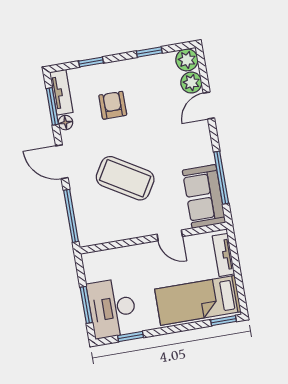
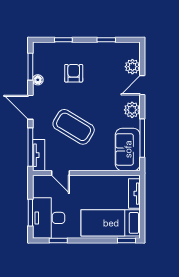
plant: (187, 60) -> (132, 110), moved
tv unit: (61, 92) -> (39, 155), moved
door: (170, 235) -> (60, 173), moved

